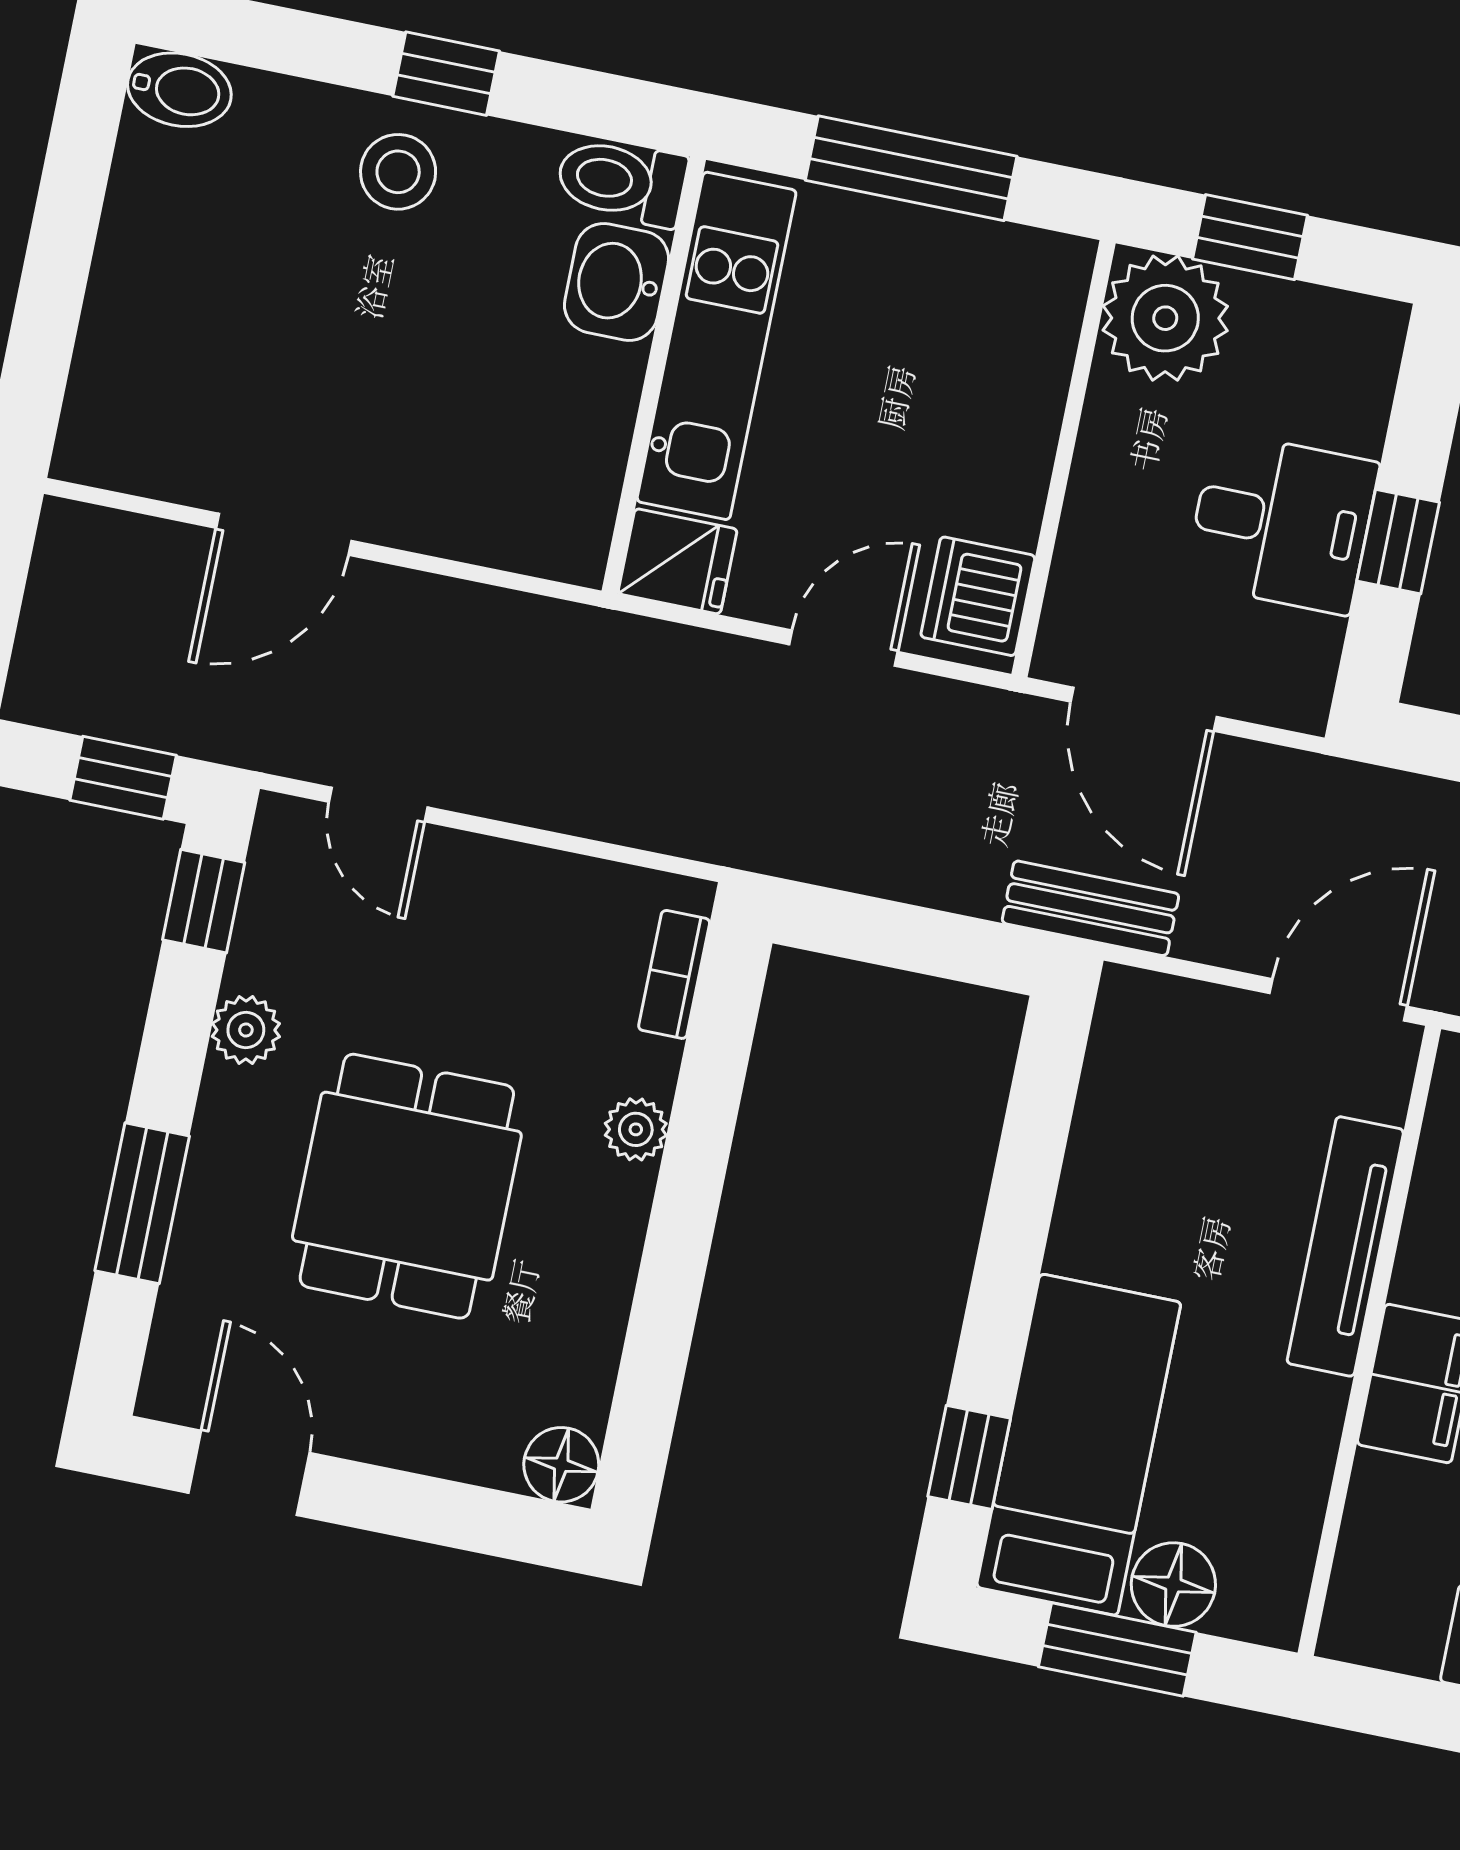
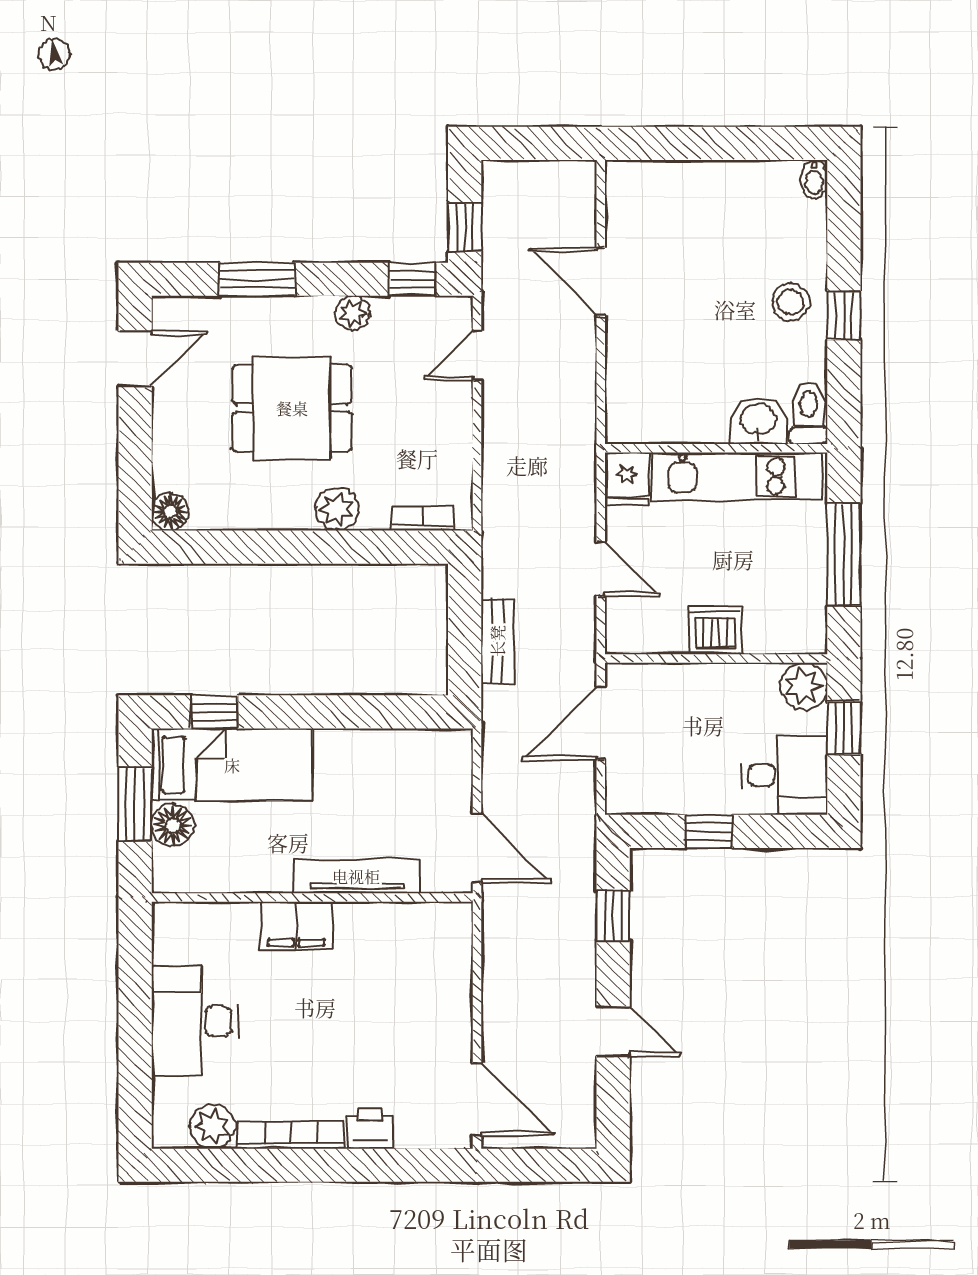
bidet: (179, 90) -> (814, 179), width x0.72, depth x0.74
plant: (1165, 318) -> (804, 686), width x0.73, depth x0.73
desk: (1282, 523) -> (785, 775), moved, turned -90
dishwasher: (978, 596) -> (715, 630), moved
bench: (1090, 908) -> (497, 641), moved
plant: (636, 1129) -> (337, 509), width x1.38, depth x1.38

